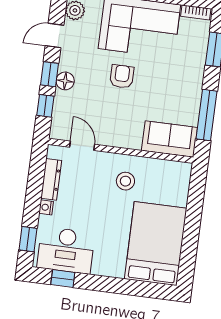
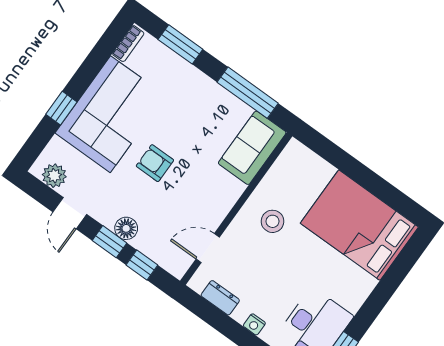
dresser: (51, 179) -> (220, 298), width x0.70

